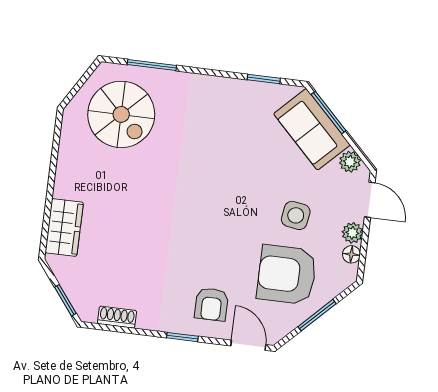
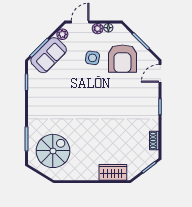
armchair: (212, 304) -> (142, 94), removed

